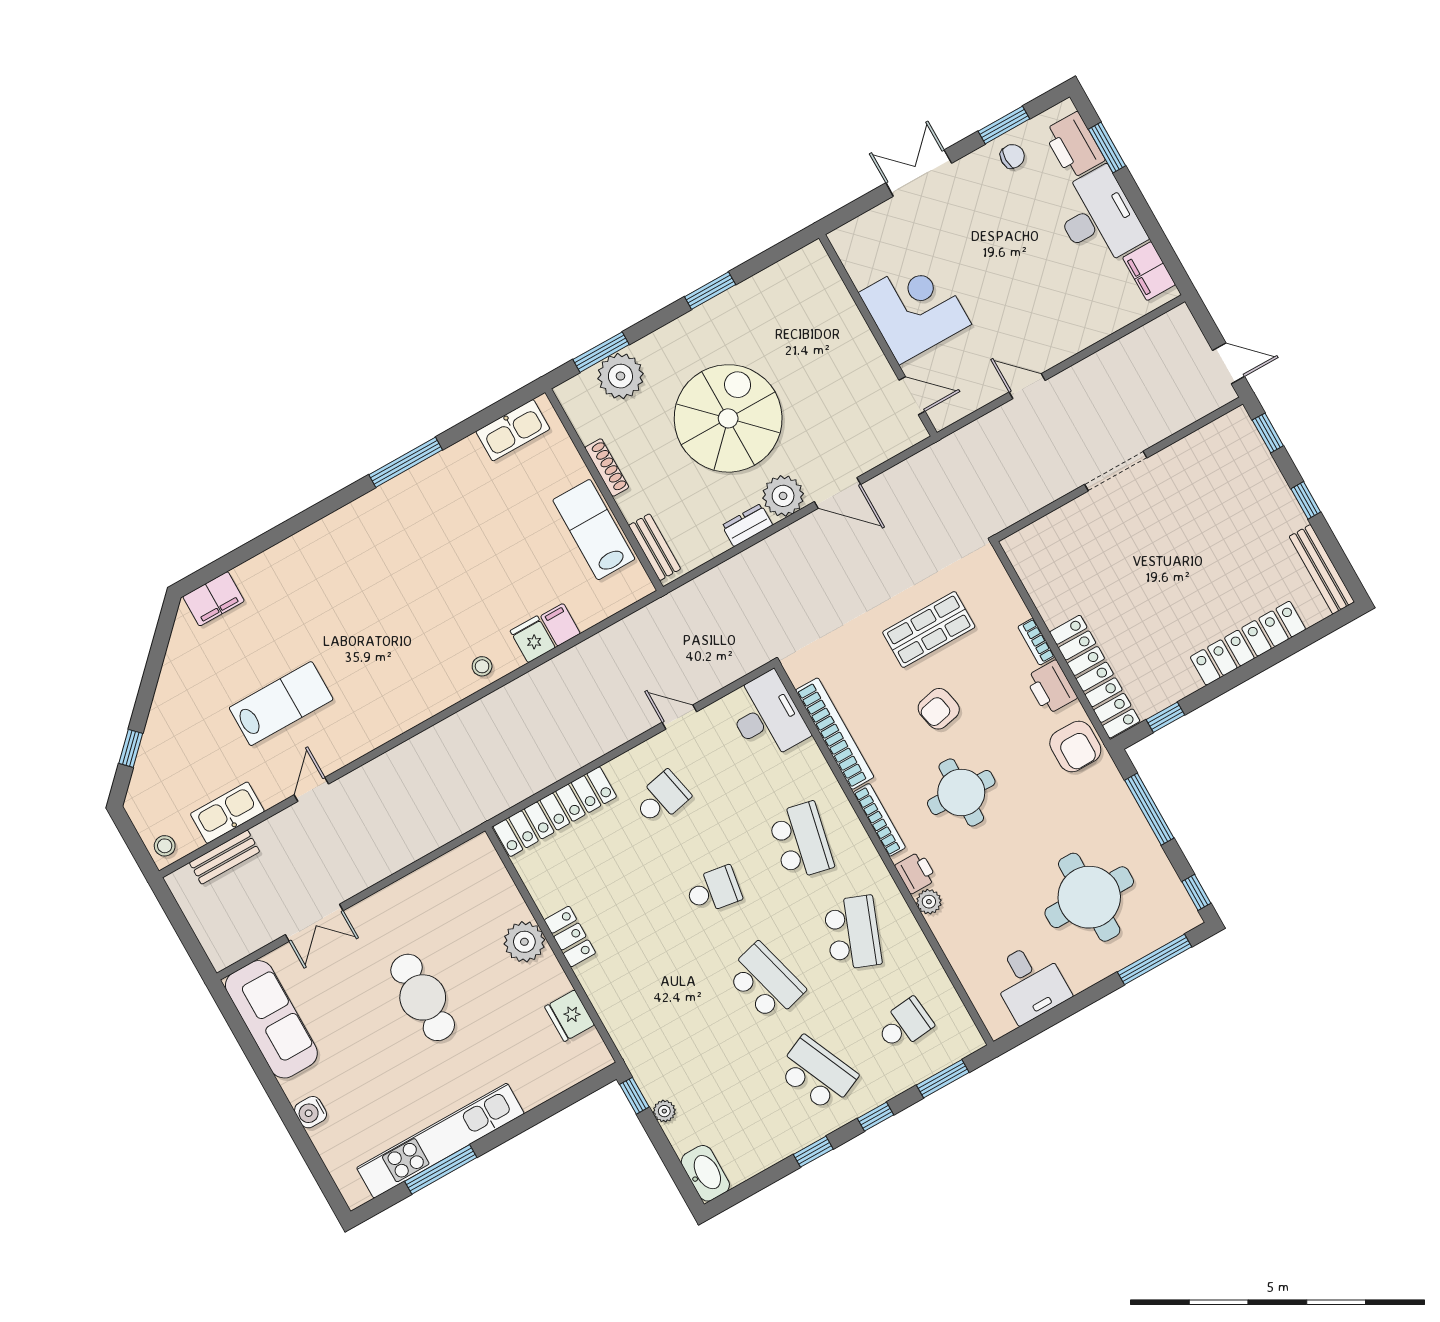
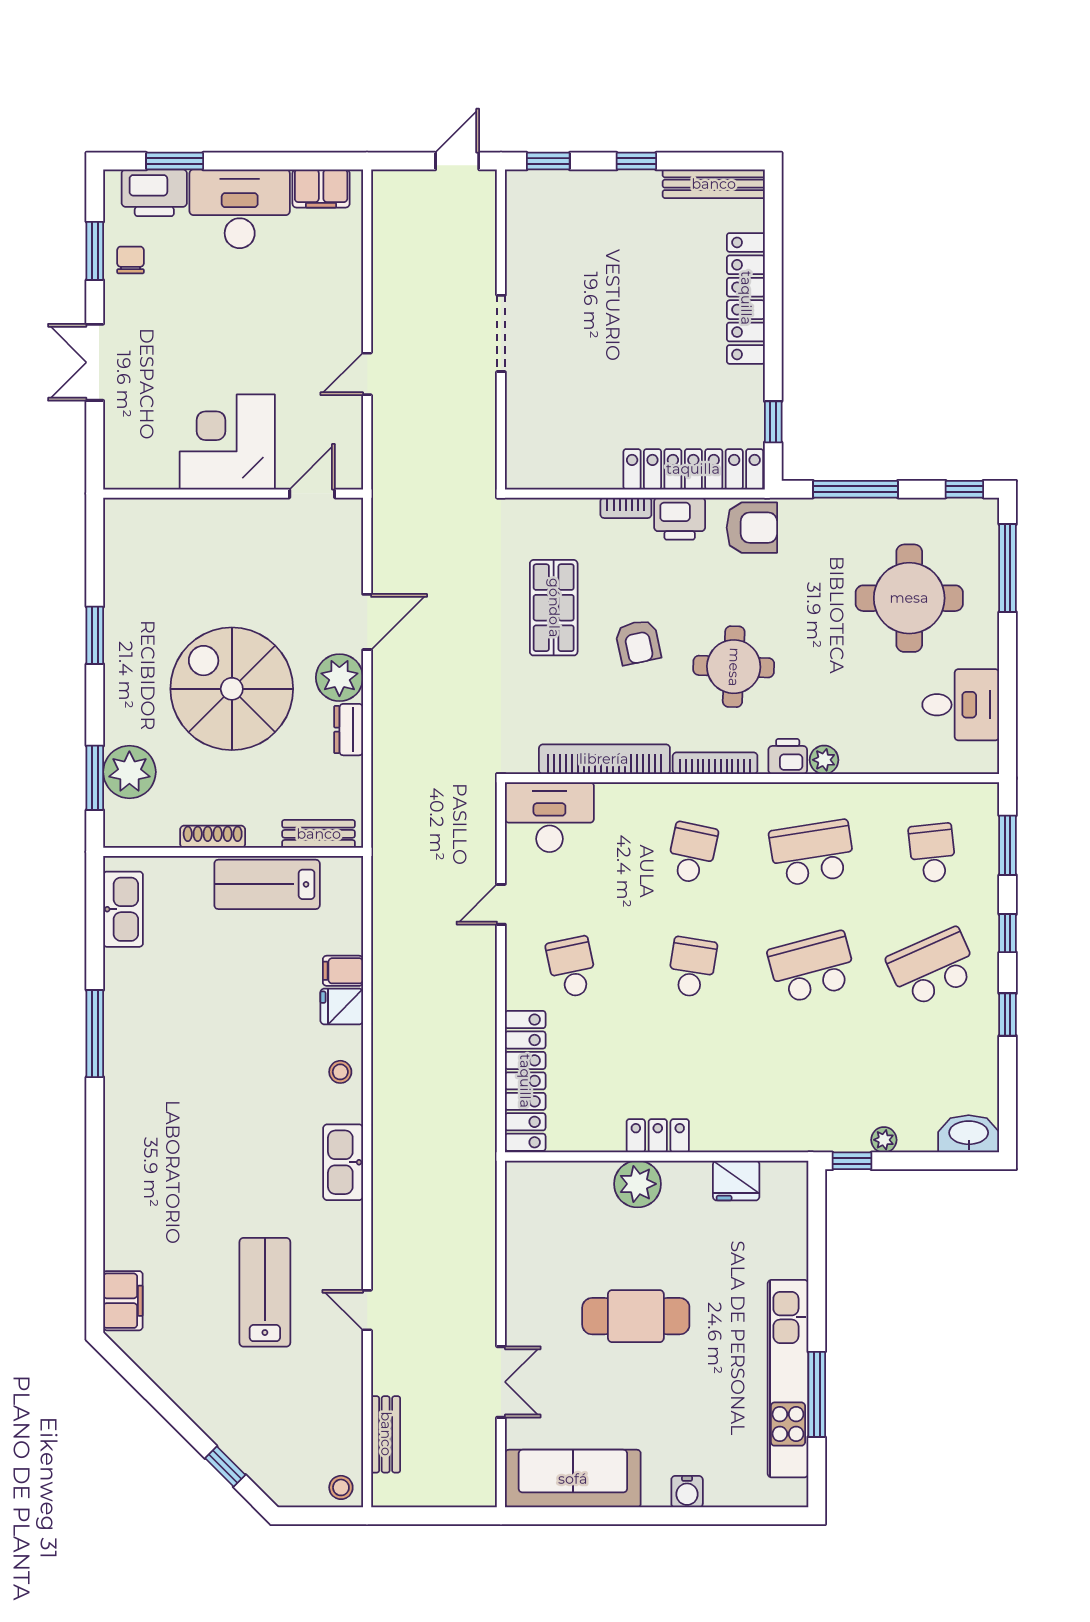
kitchen sink: (227, 813) -> (343, 1162), moved
school desk: (801, 841) -> (692, 853), width x0.54
school desk: (853, 933) -> (812, 853), turned -30

